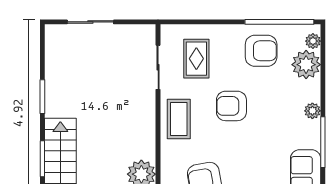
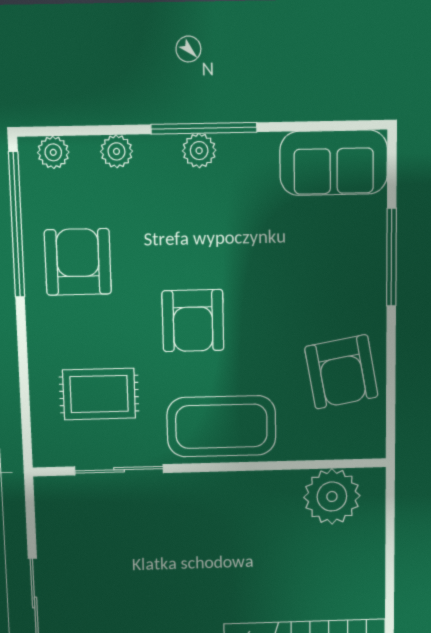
plant: (306, 65) -> (117, 151), width x0.53, depth x0.53
coffee table: (179, 119) -> (221, 426), width x1.36, depth x1.32
window: (323, 142) -> (204, 128), moved

